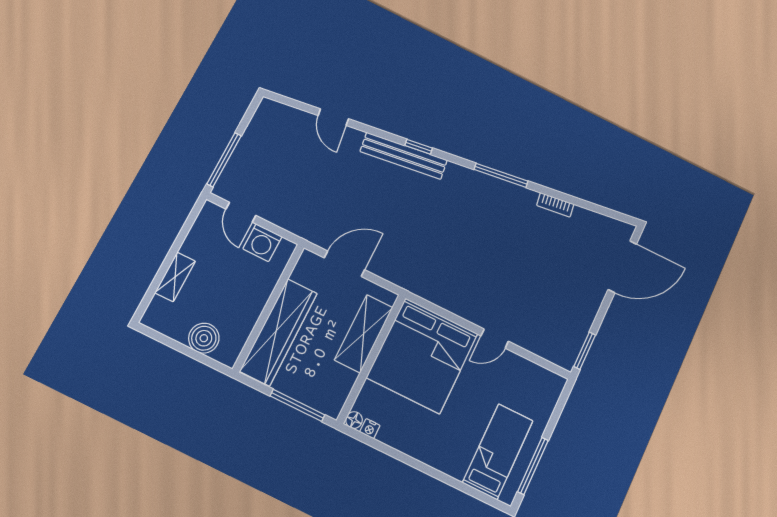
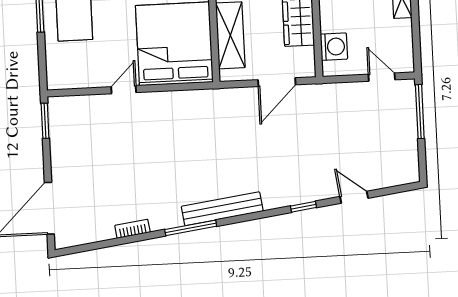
window: (419, 147) -> (303, 207), moved
bench: (404, 156) -> (222, 209), moved
washing machine: (262, 243) -> (334, 47), moved, turned 90

